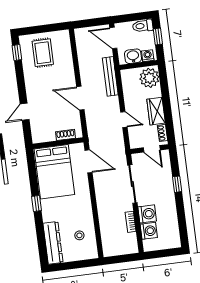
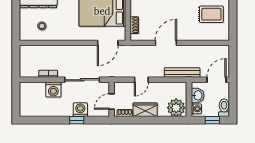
washing machine: (149, 231) -> (80, 110), moved, turned 180

